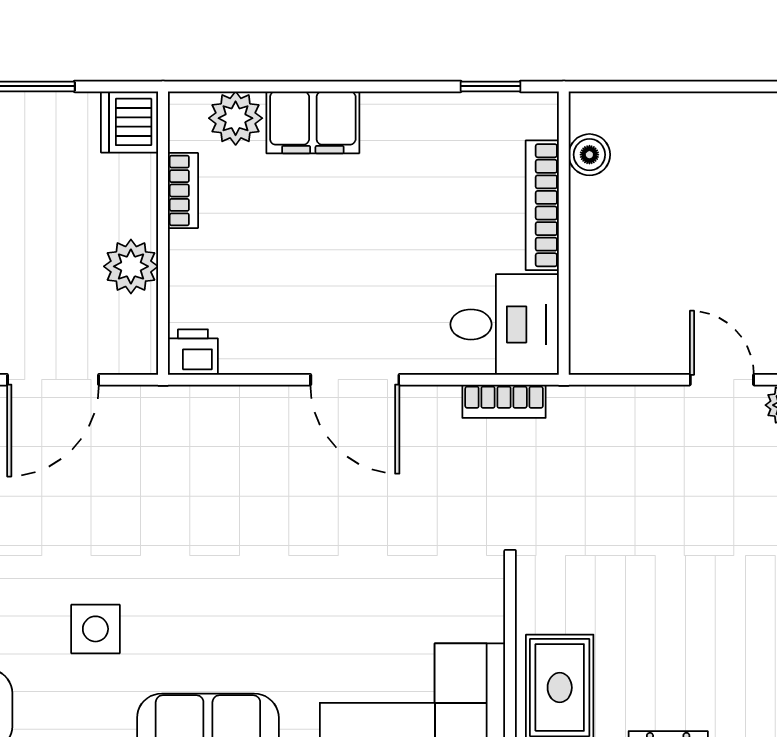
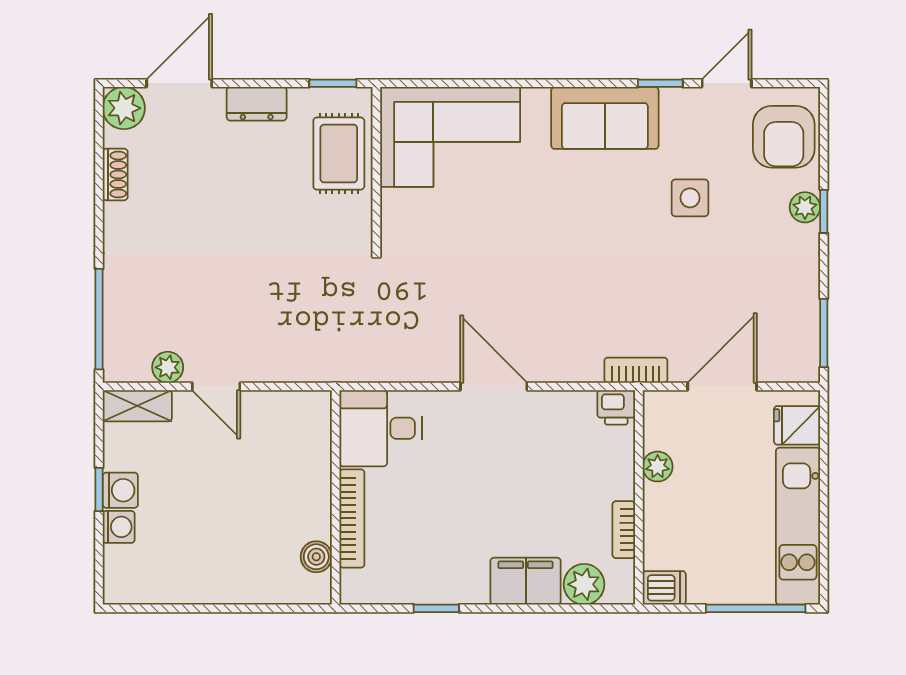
window: (491, 86) -> (436, 608), moved
dishwasher: (130, 122) -> (664, 588), width x0.73
plant: (131, 266) -> (658, 467), width x0.73, depth x0.73
bookcase: (504, 401) -> (636, 370), moved

